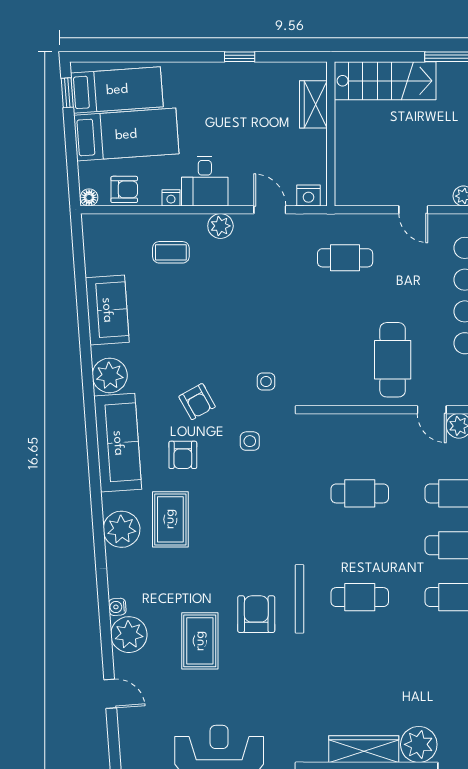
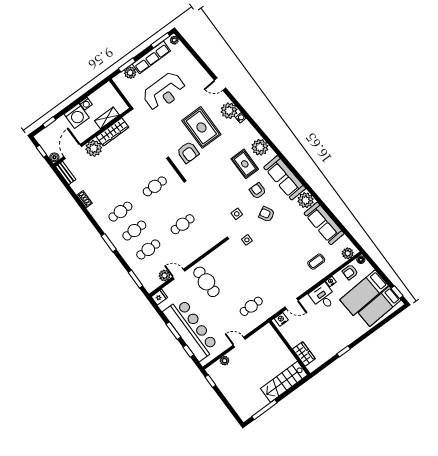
plant: (220, 226) -> (348, 253), moved
sofa: (107, 310) -> (324, 223), width x1.36
rug: (200, 641) -> (201, 127), width x1.36, depth x1.43

